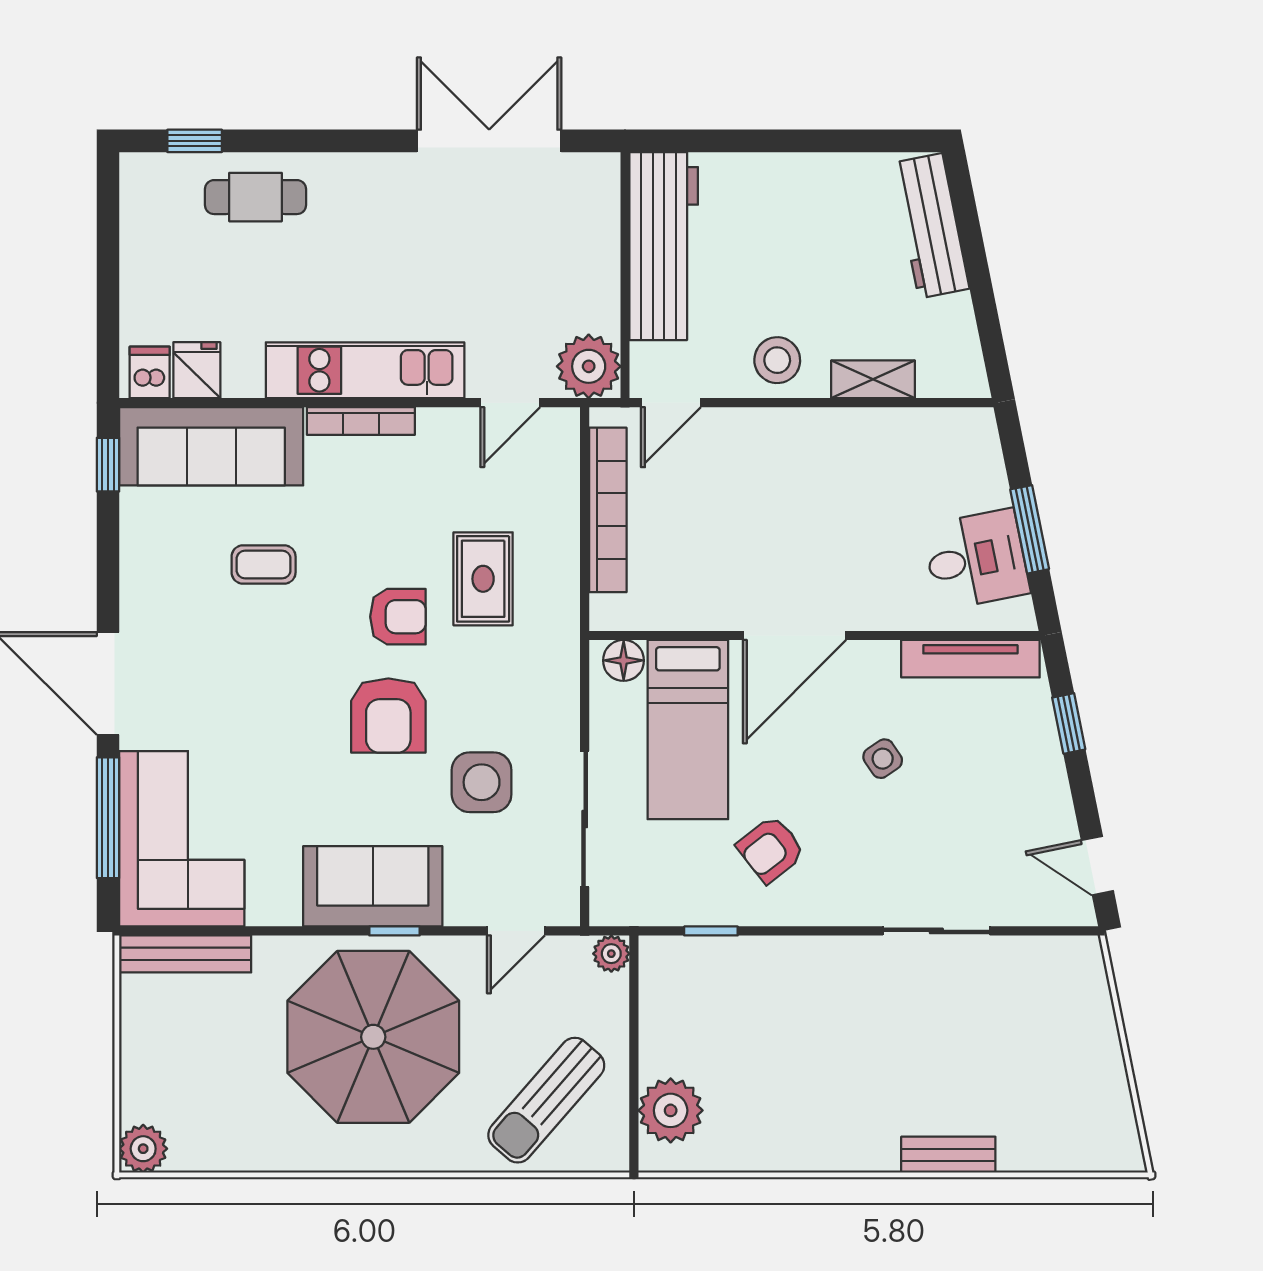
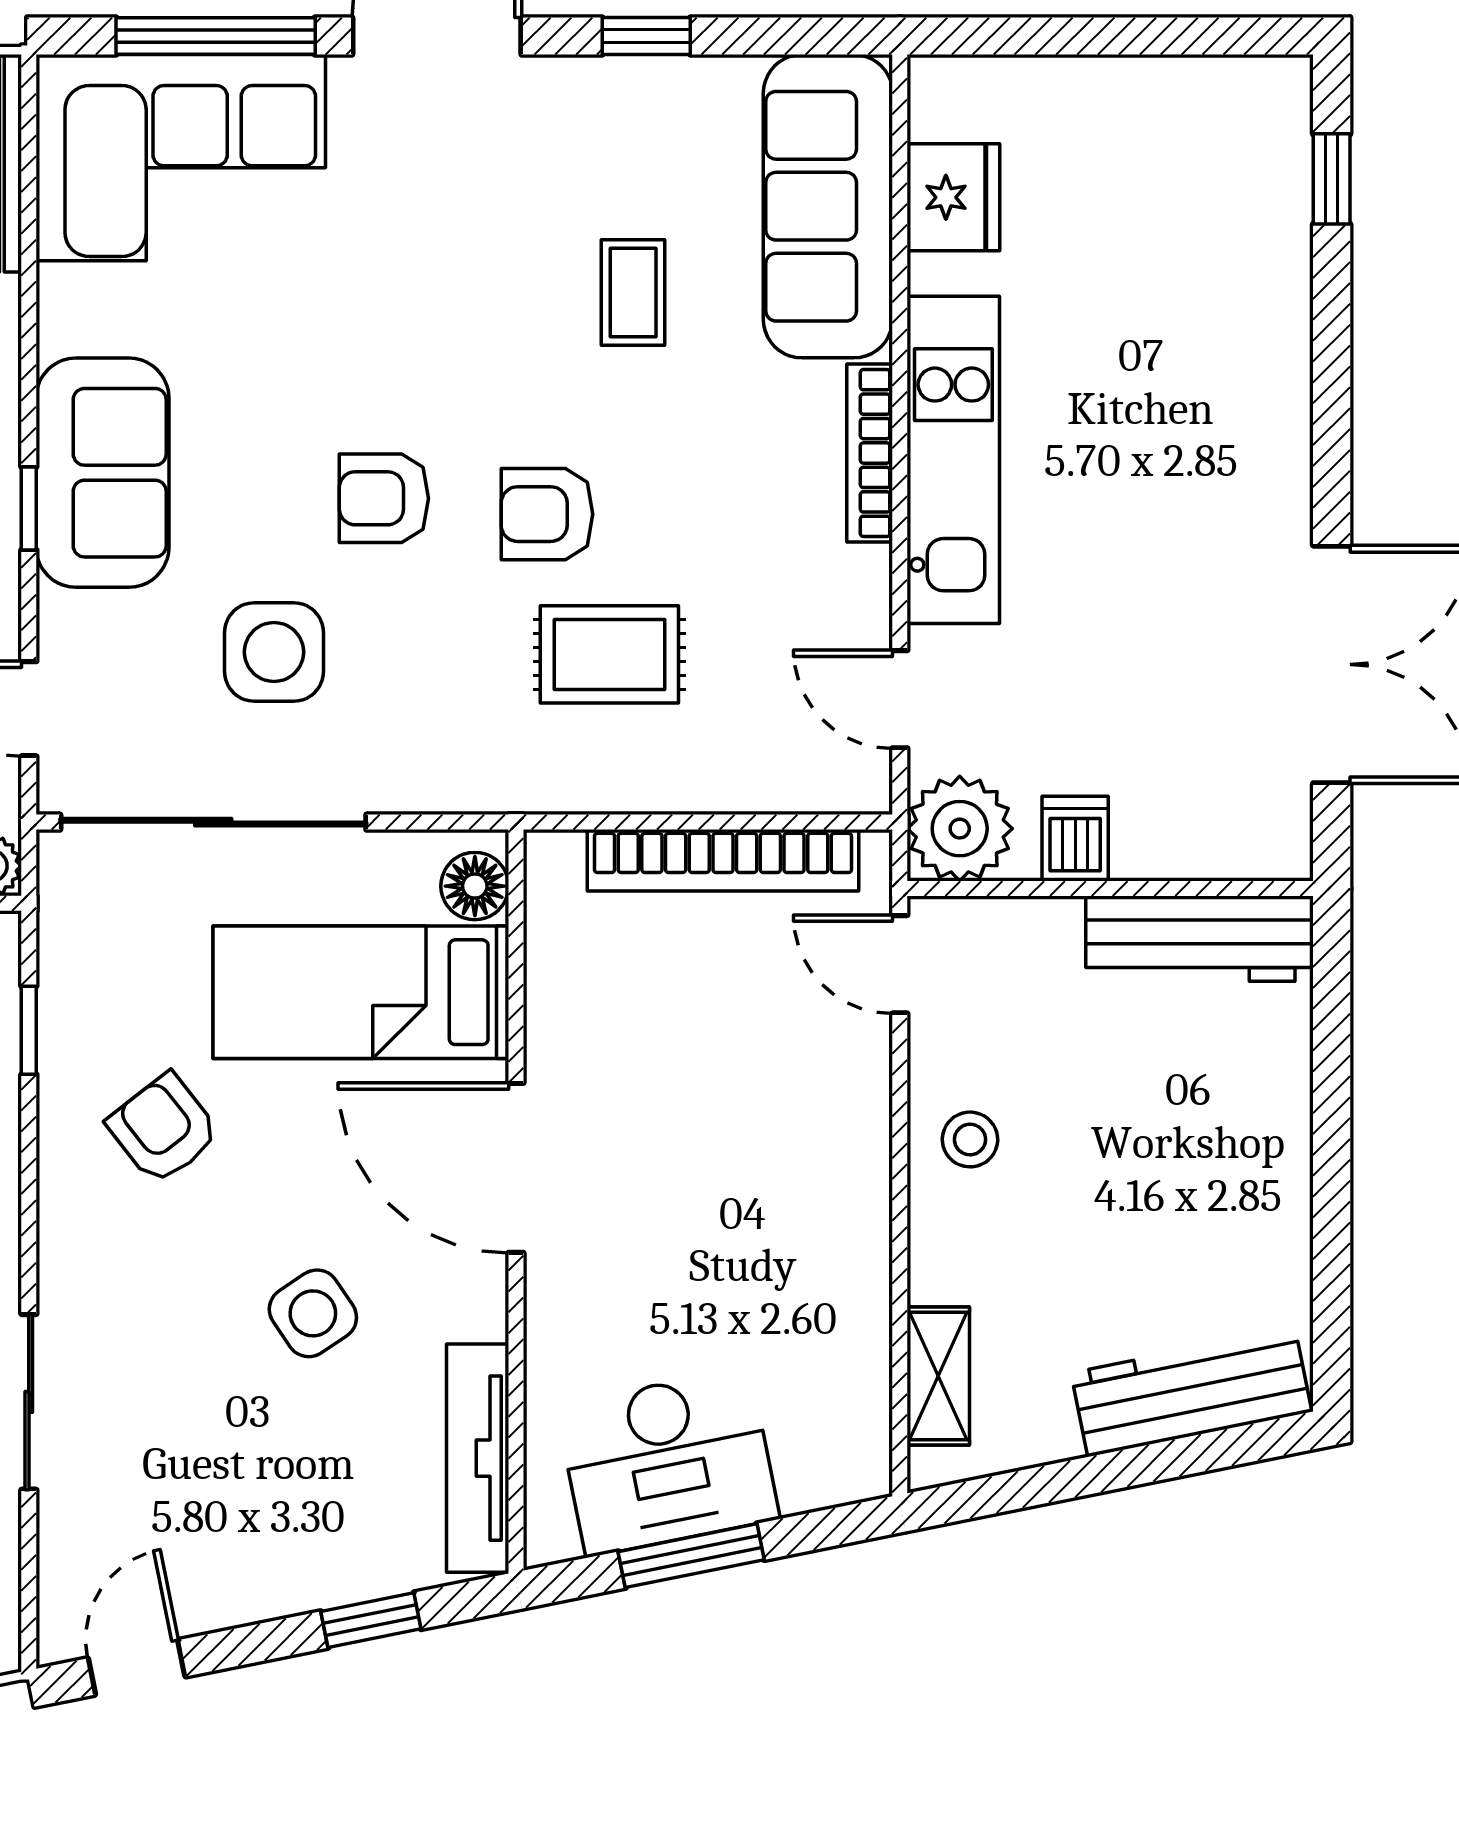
cafe table: (256, 197) -> (1239, 279), removed
workbench: (664, 246) -> (1199, 939), width x0.73, depth x0.76
stool: (777, 360) -> (970, 1139), width x0.73, depth x0.73
fridge: (197, 370) -> (953, 197), width x1.38
dishwasher: (150, 372) -> (1075, 839), moved, turned -90
shelving: (873, 379) -> (938, 1376), moved
window: (108, 465) -> (646, 36), moved
desk: (976, 559) -> (668, 1462), width x1.37
armchair: (398, 617) -> (547, 514), turned 90
armchair: (388, 716) -> (384, 498), width x0.72, depth x0.72
side table: (883, 759) -> (313, 1313), width x1.37, depth x1.37
sliding door: (585, 819) -> (213, 822), width x1.36

